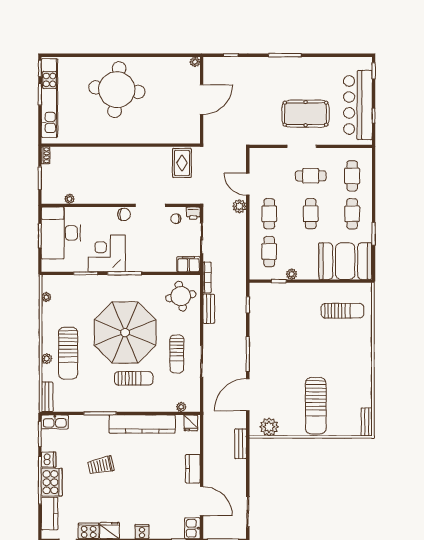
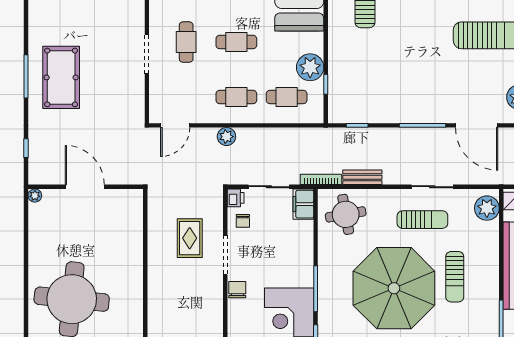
pool table: (305, 114) -> (61, 77), moved
rug: (182, 163) -> (190, 238), moved, turned 90
door: (248, 184) -> (175, 125), moved
plant: (292, 274) -> (310, 67), width x1.88, depth x1.88
sun lounger: (134, 378) -> (455, 277), turned 180
plant: (181, 407) -> (487, 208), width x1.87, depth x1.87

